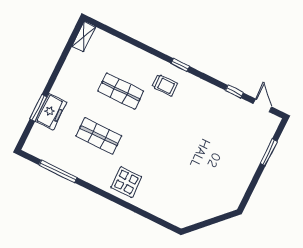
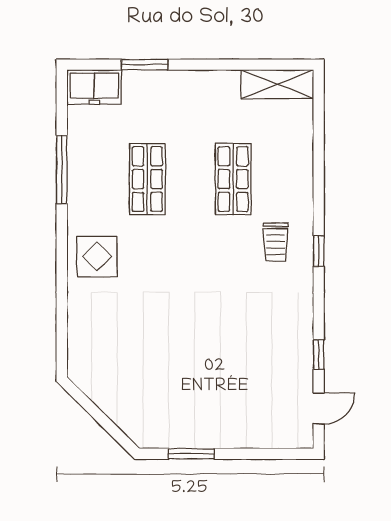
shelving: (84, 37) -> (277, 84), width x1.50, depth x1.33
freezer: (51, 112) -> (94, 87), moved
window: (269, 152) -> (191, 454), moved
window: (58, 171) -> (62, 170), moved

